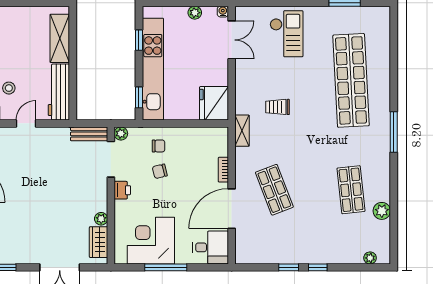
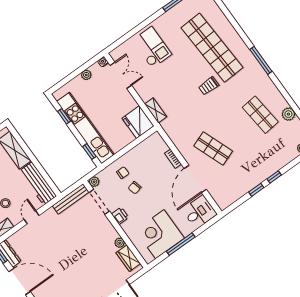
trolley: (278, 107) -> (209, 86), moved
shelving: (242, 131) -> (156, 110), moved
bench: (89, 134) -> (71, 199), width x1.36

